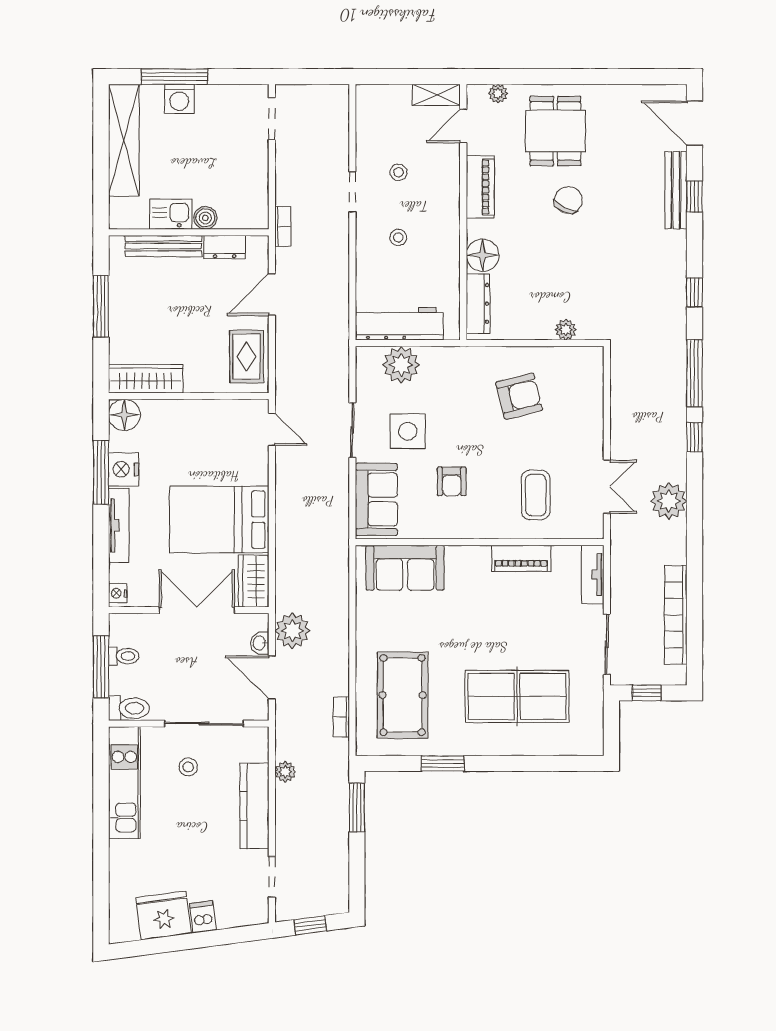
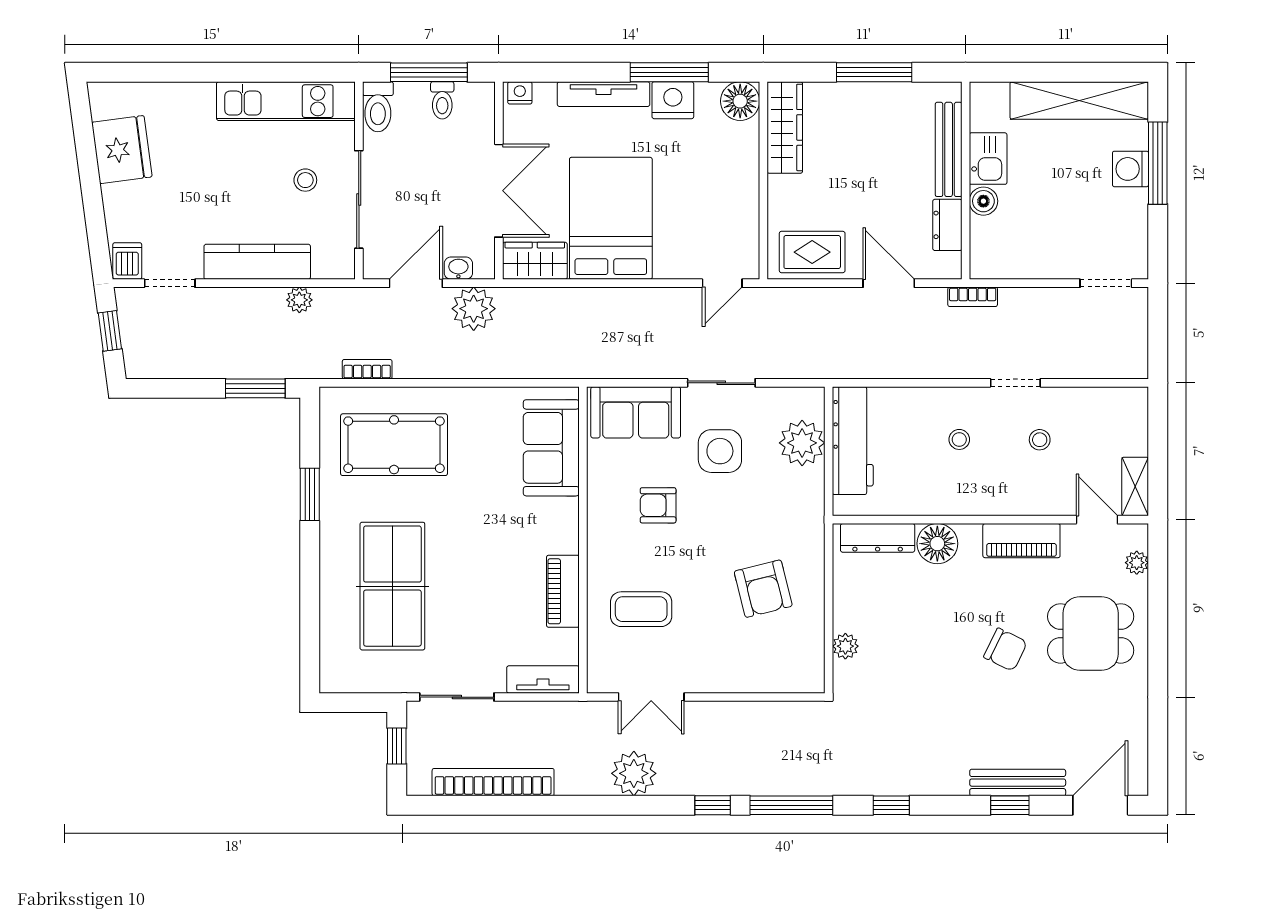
dishwasher: (203, 917) -> (127, 261), moved, turned -82

